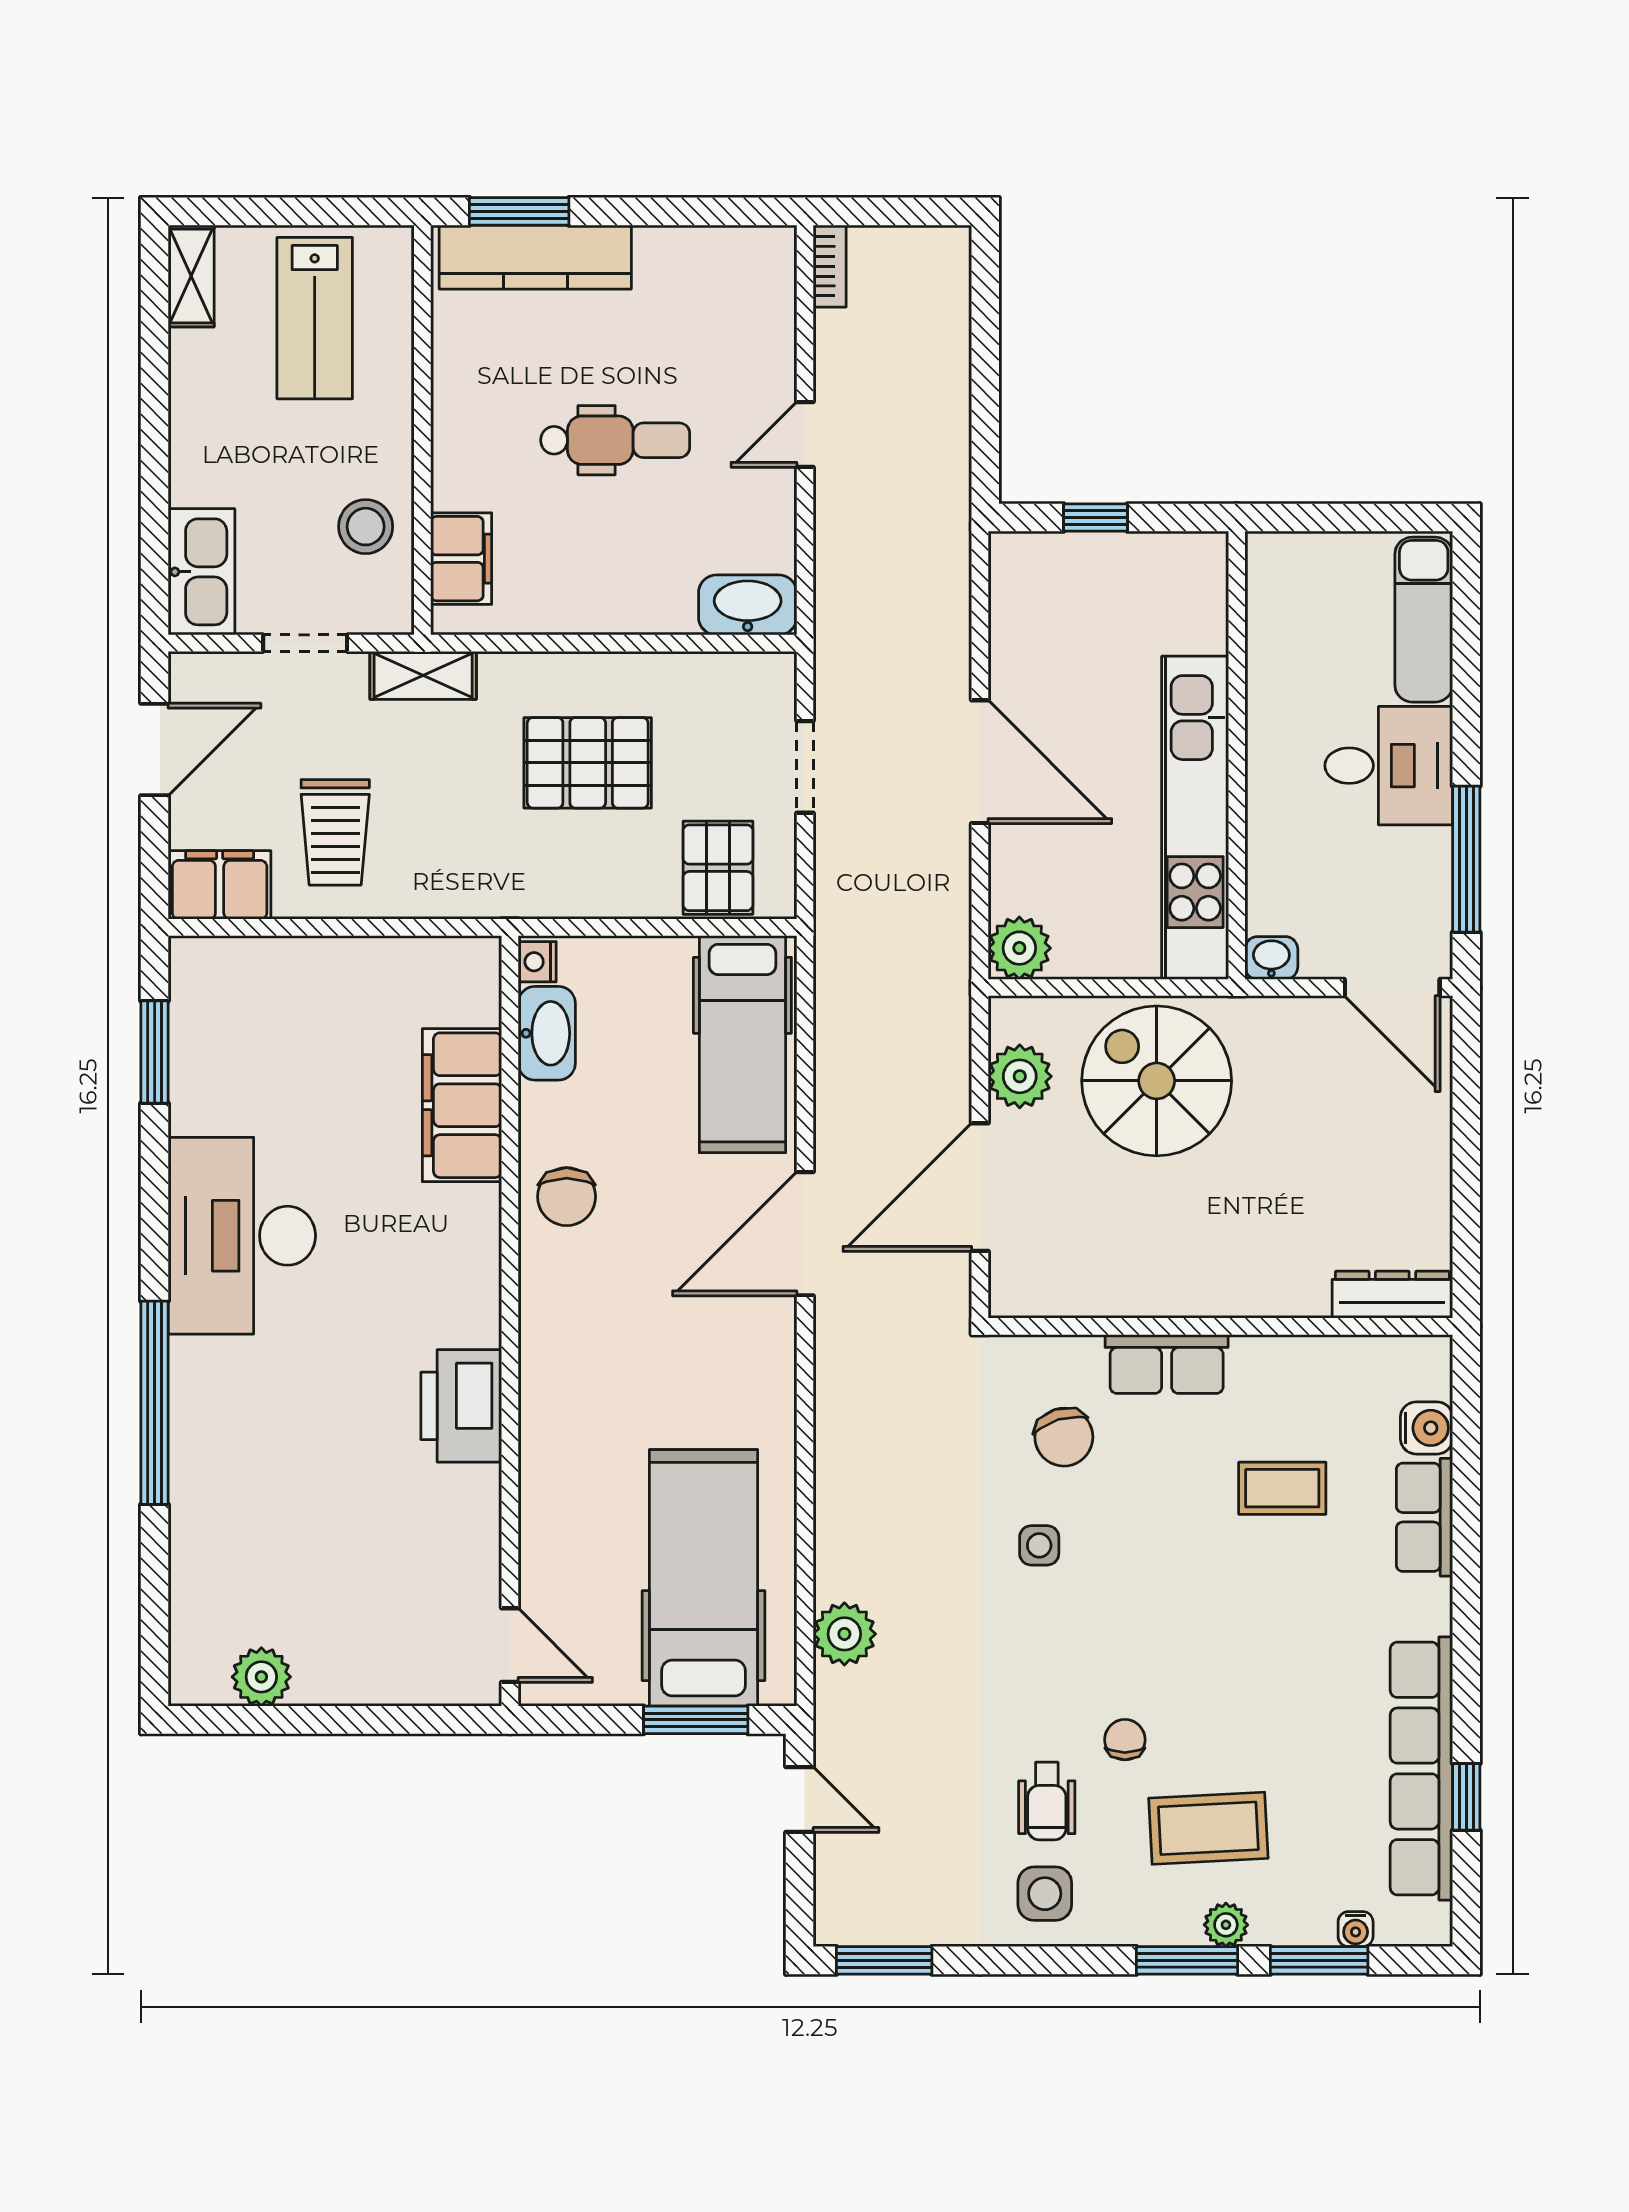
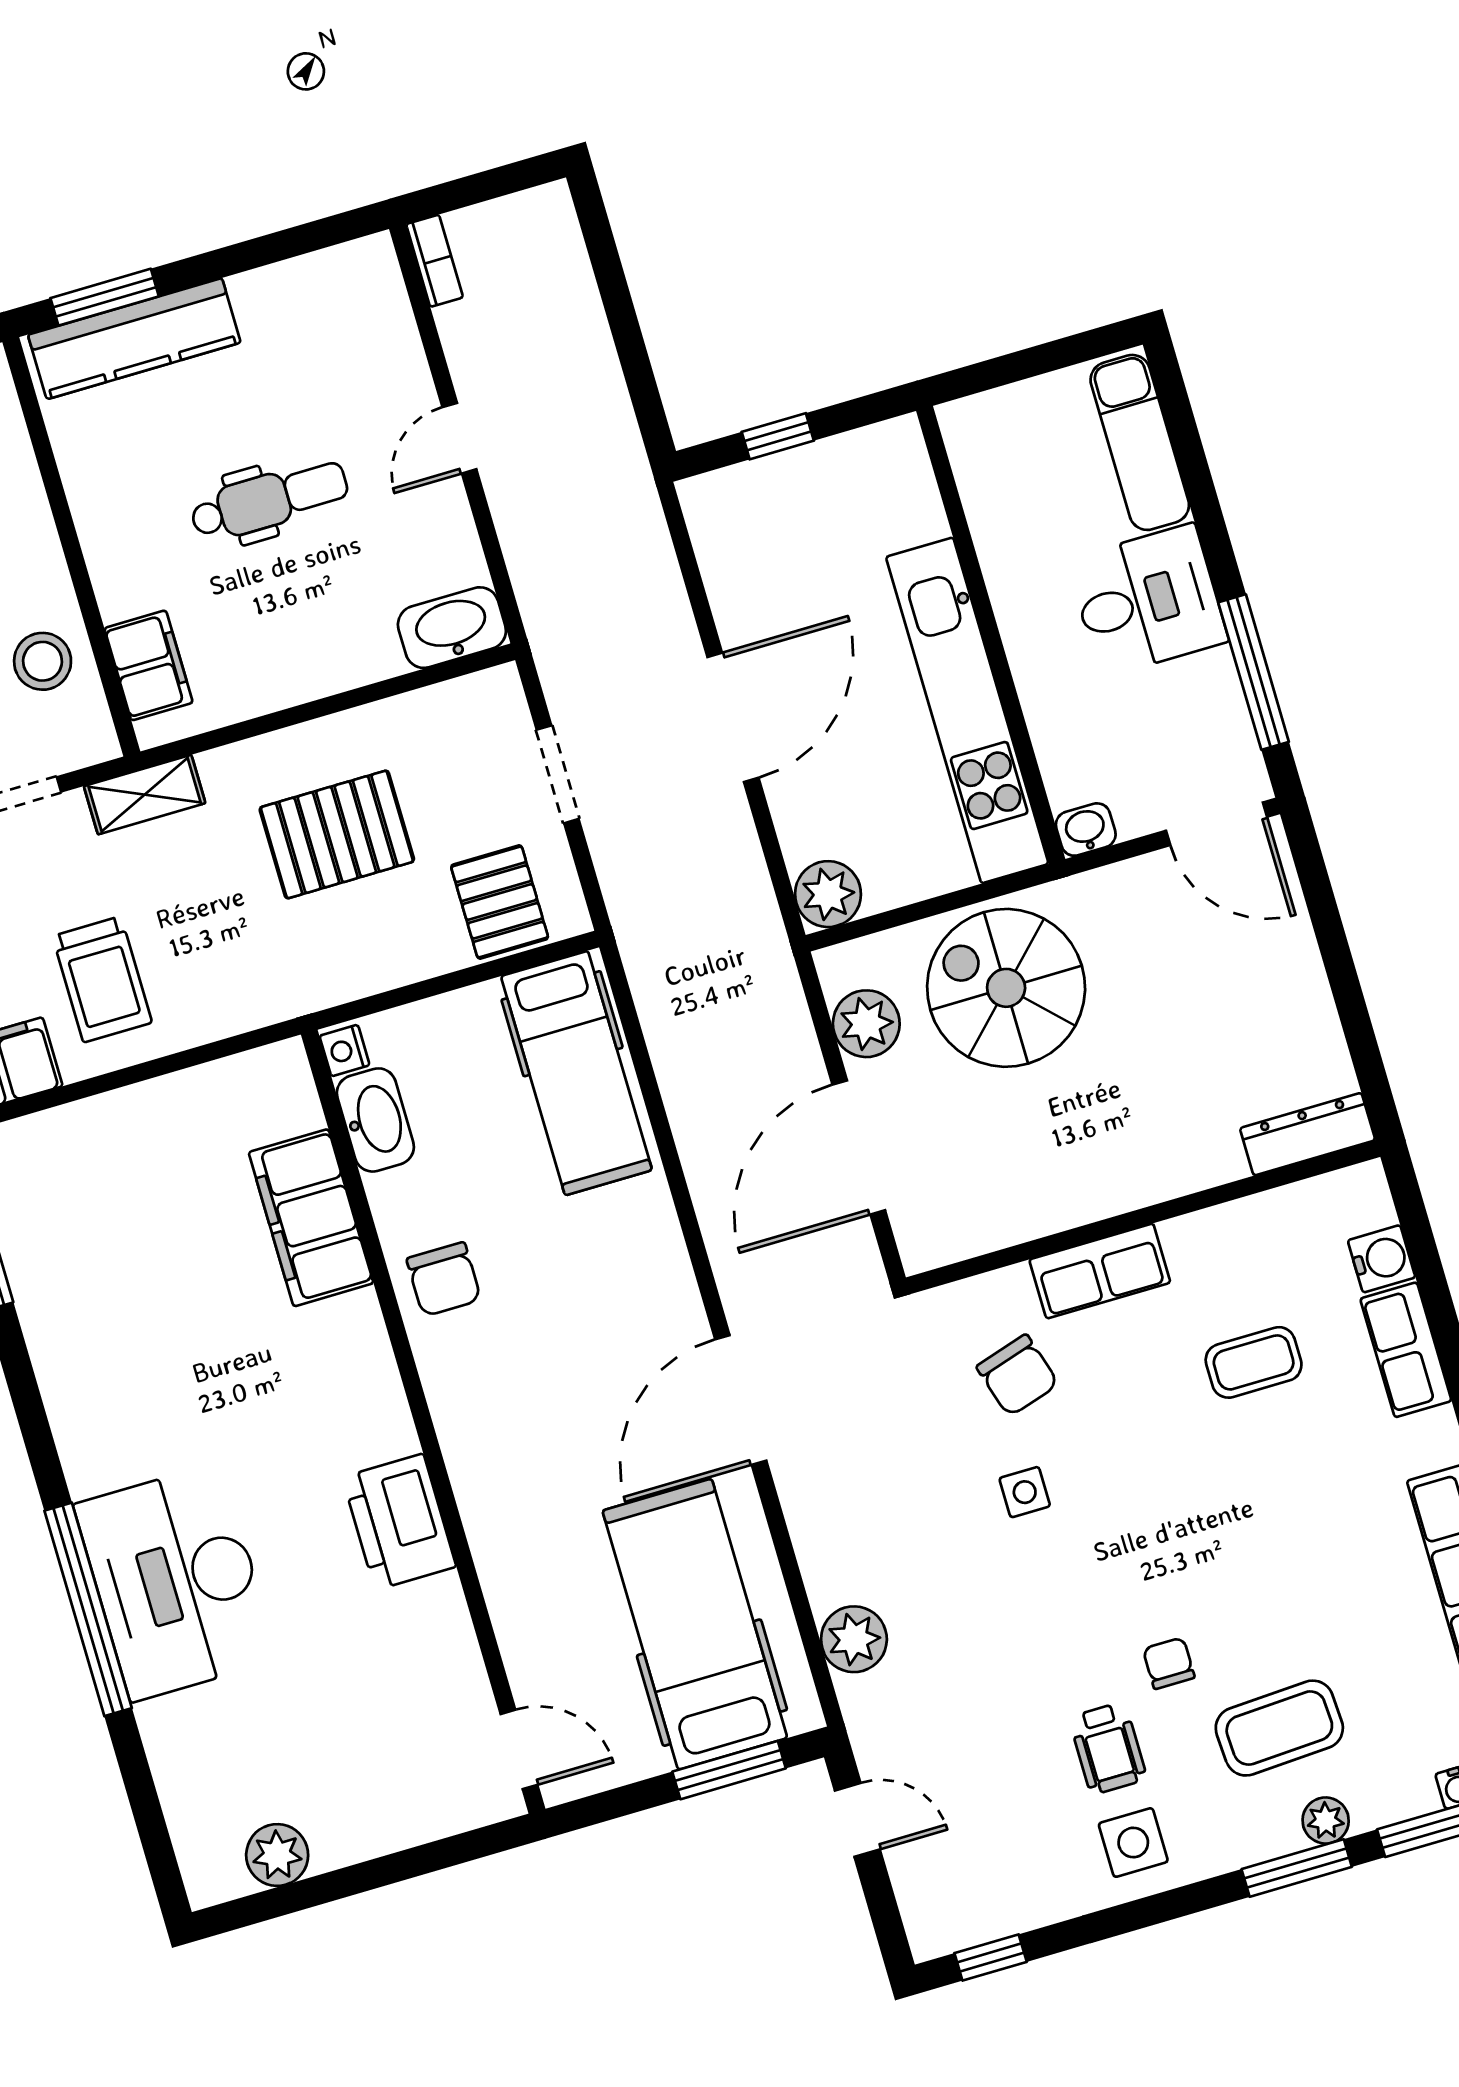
door: (980, 762) -> (733, 717), hinge flipped
door: (805, 1234) -> (741, 1400), moved
desk: (242, 1236) -> (176, 1582), moved
window: (884, 1960) -> (991, 1958), width x0.67

